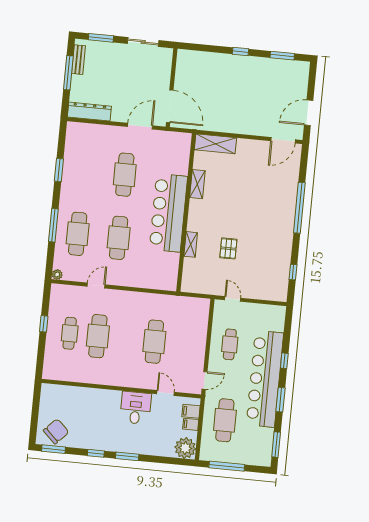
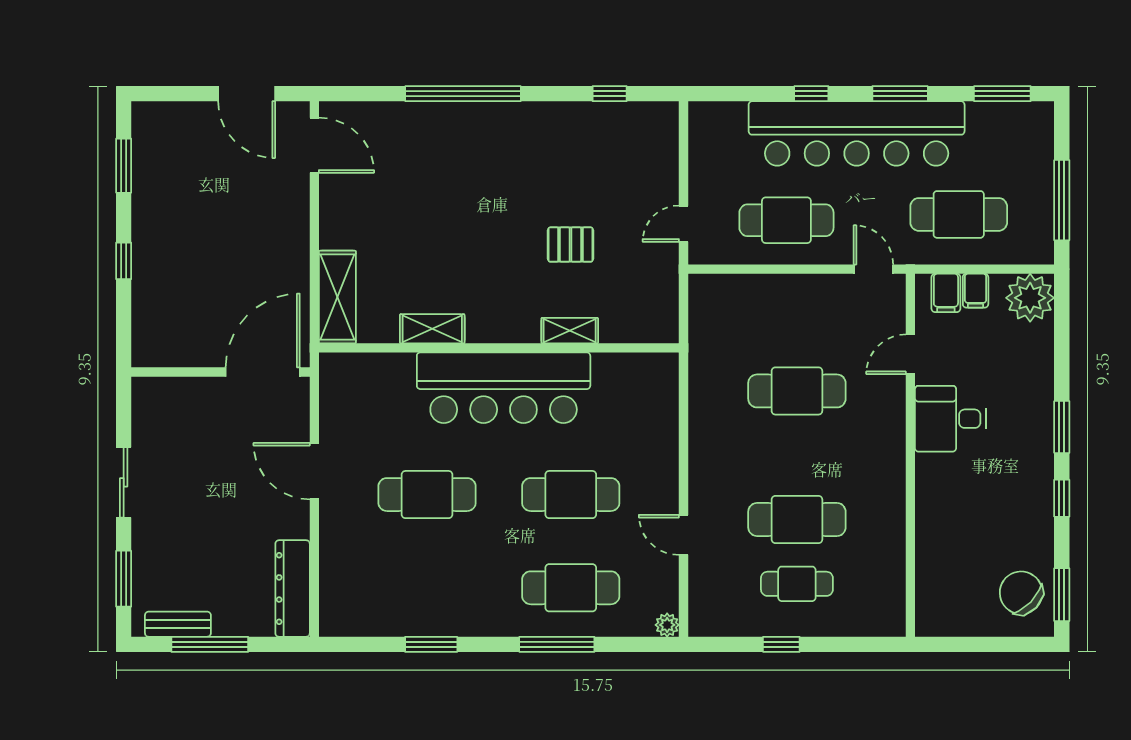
wall: (172, 88) -> (221, 372), moved
door: (170, 106) -> (263, 372), moved
cafe table: (230, 344) -> (786, 220), width x1.37, depth x1.35

